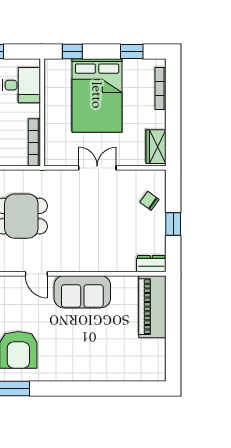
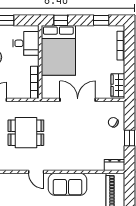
bed: (97, 95) -> (58, 50), moved
double door: (97, 168) -> (78, 100), width x1.37

